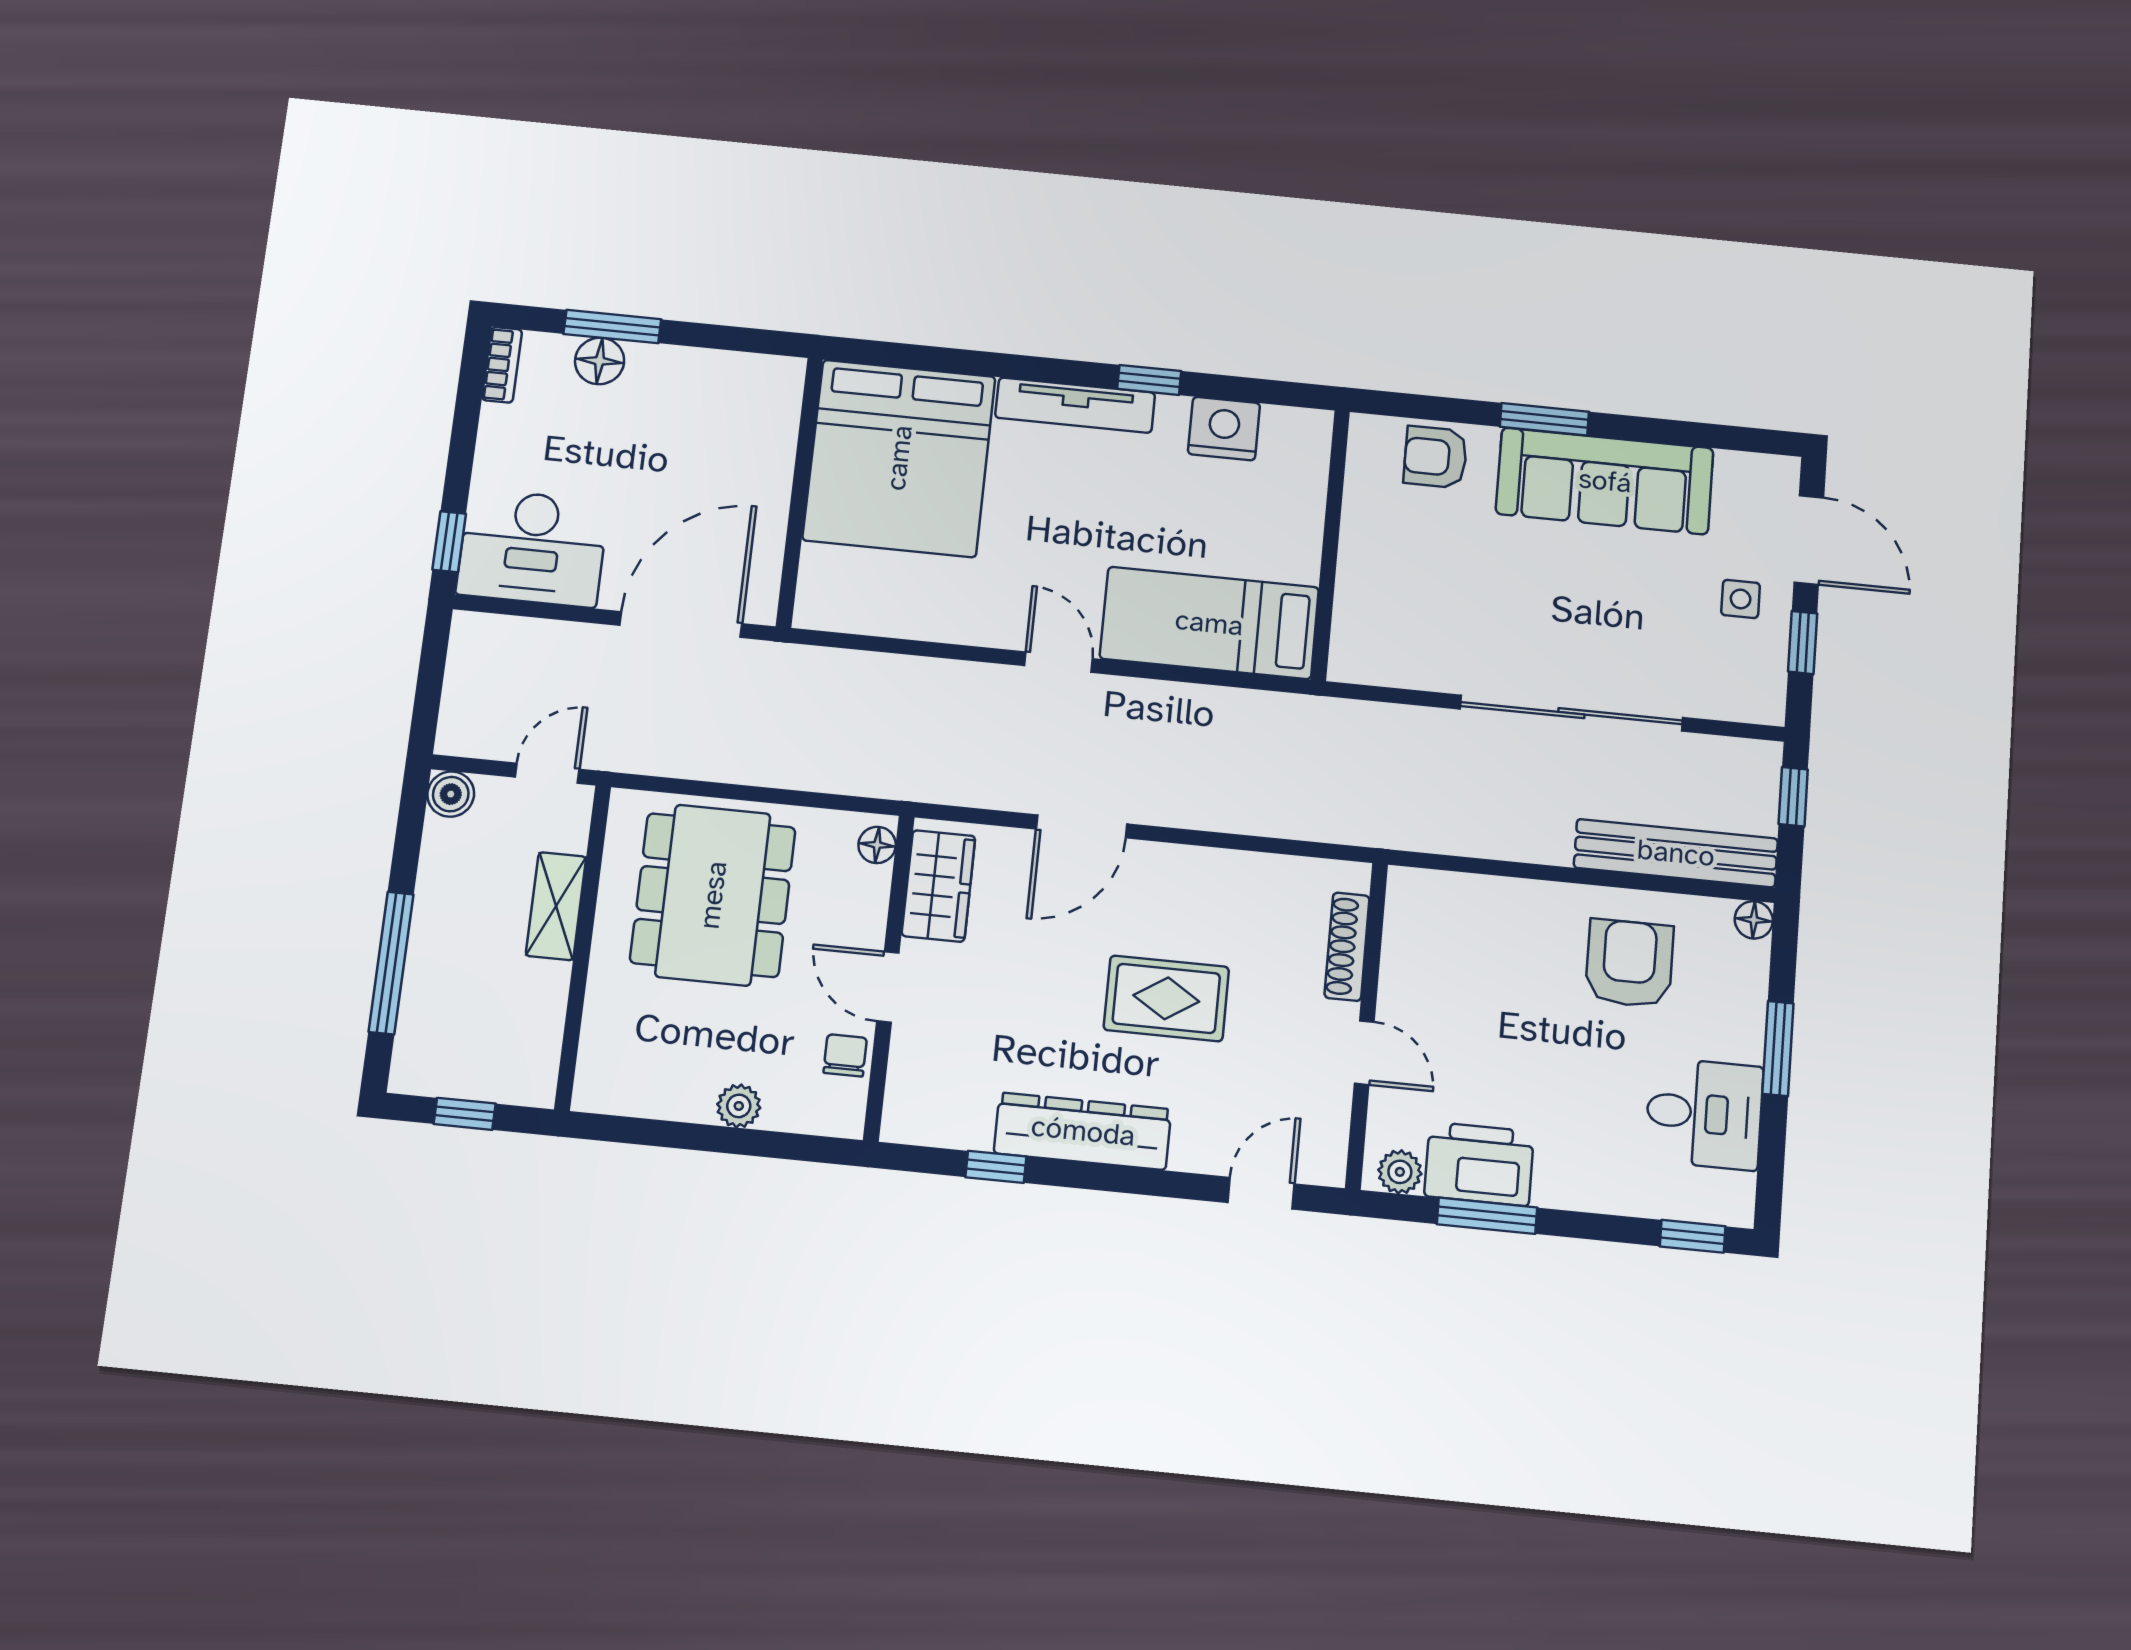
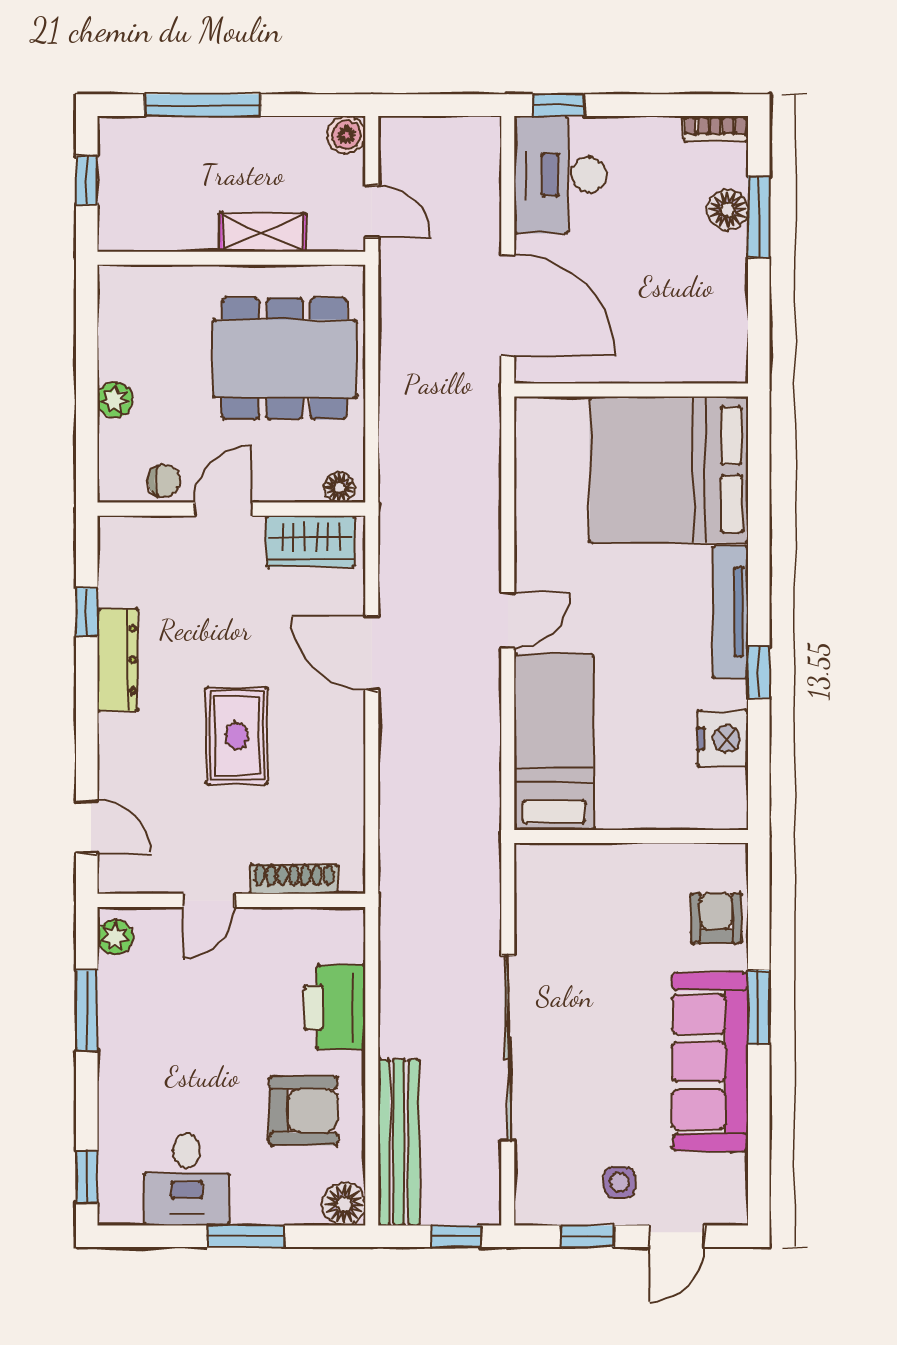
door: (1809, 540) -> (677, 1236), width x0.73
floor lamp: (1754, 920) -> (344, 1204), width x1.37, depth x1.37
dresser: (1083, 1131) -> (117, 660), width x0.73, depth x0.80
printer: (1479, 1164) -> (335, 1007), moved, turned 180

